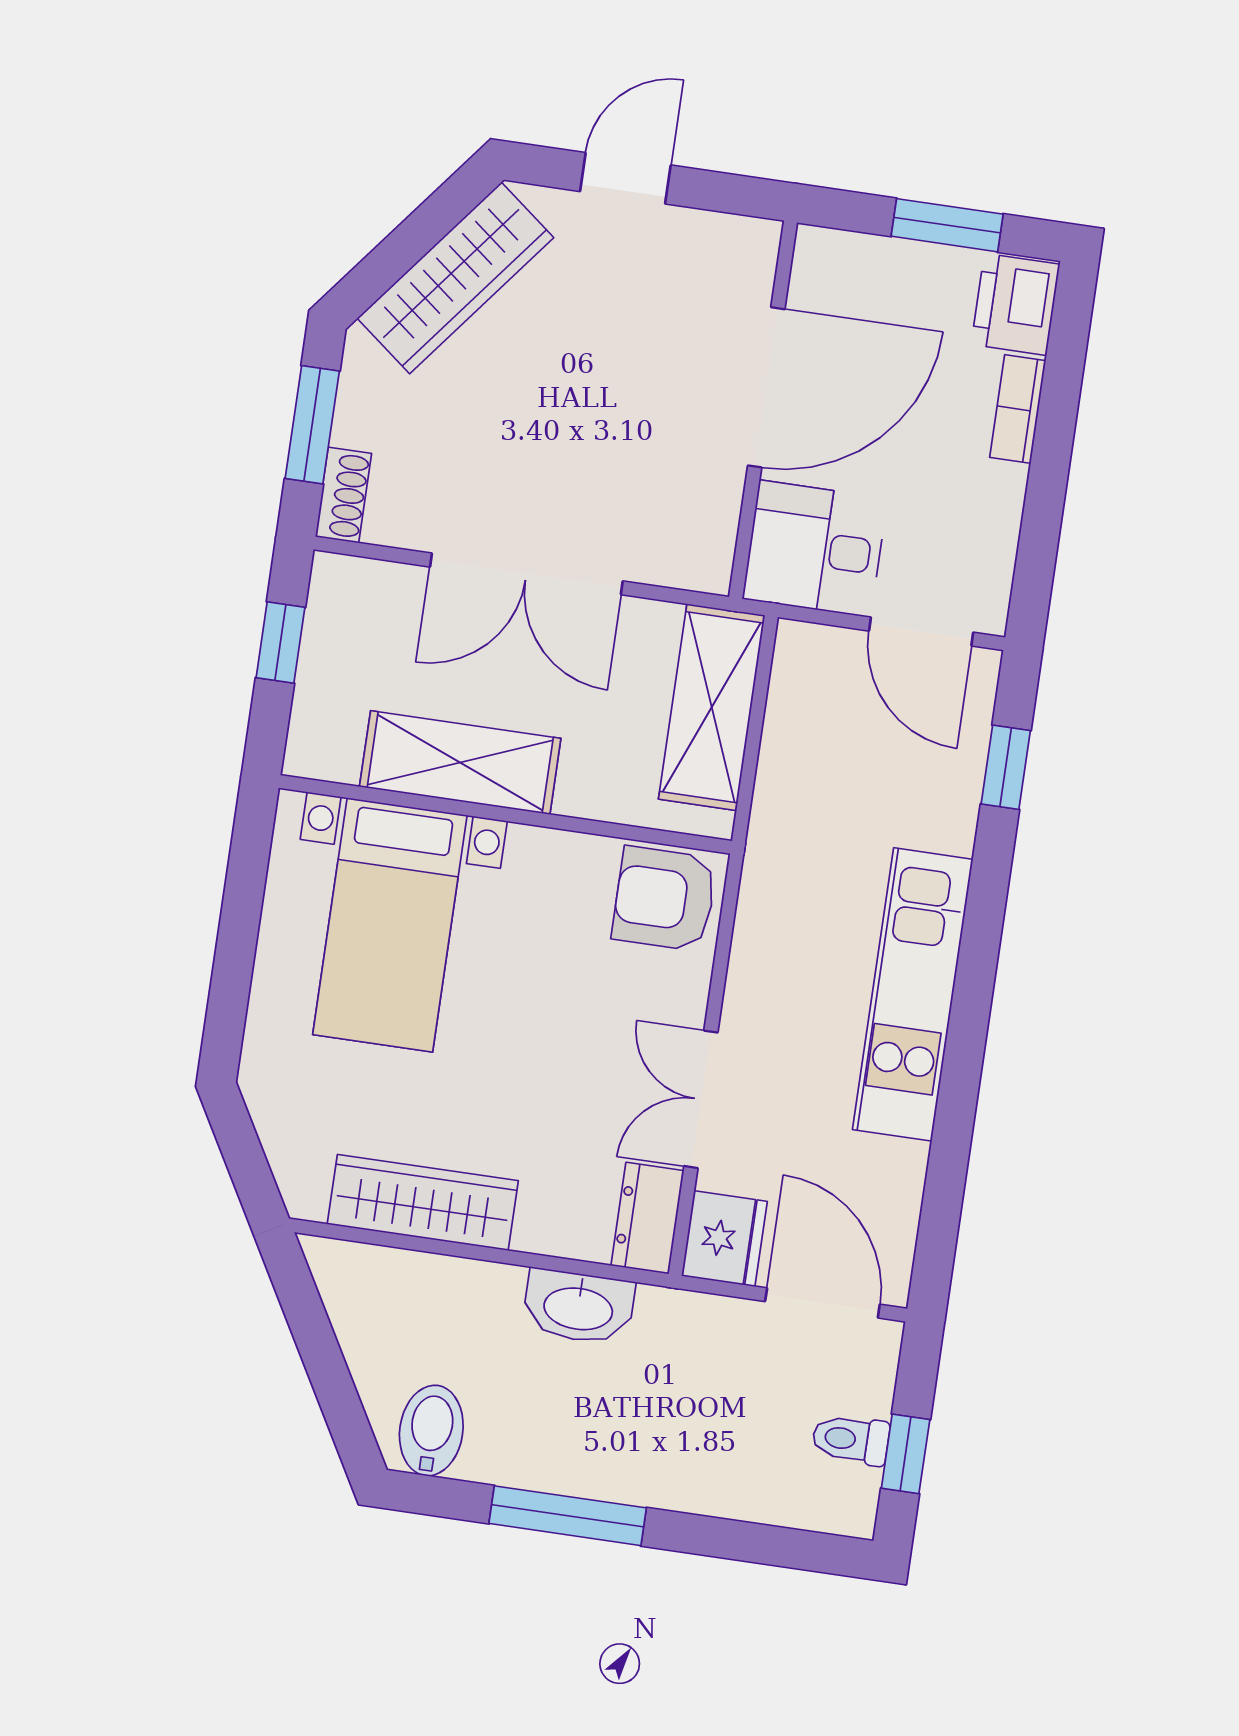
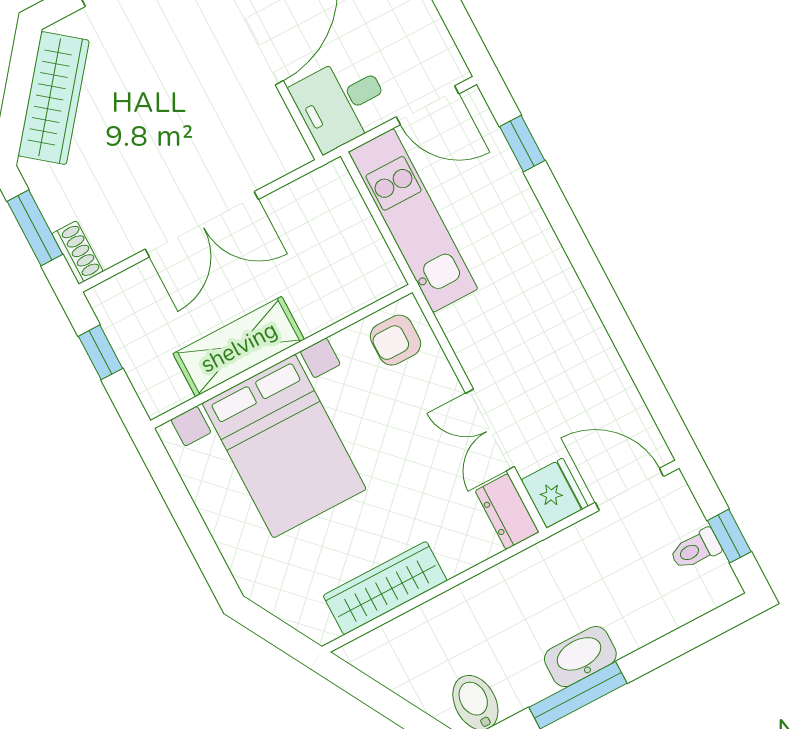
shelving: (712, 707) -> (348, 223), removed
armchair: (664, 899) -> (395, 340), width x0.72, depth x0.72
bed with nightstands: (390, 925) -> (284, 446), width x1.36
kitchen unit: (913, 994) -> (413, 220), moved, turned 180
washbasin: (578, 1307) -> (580, 657), moved, turned 180

